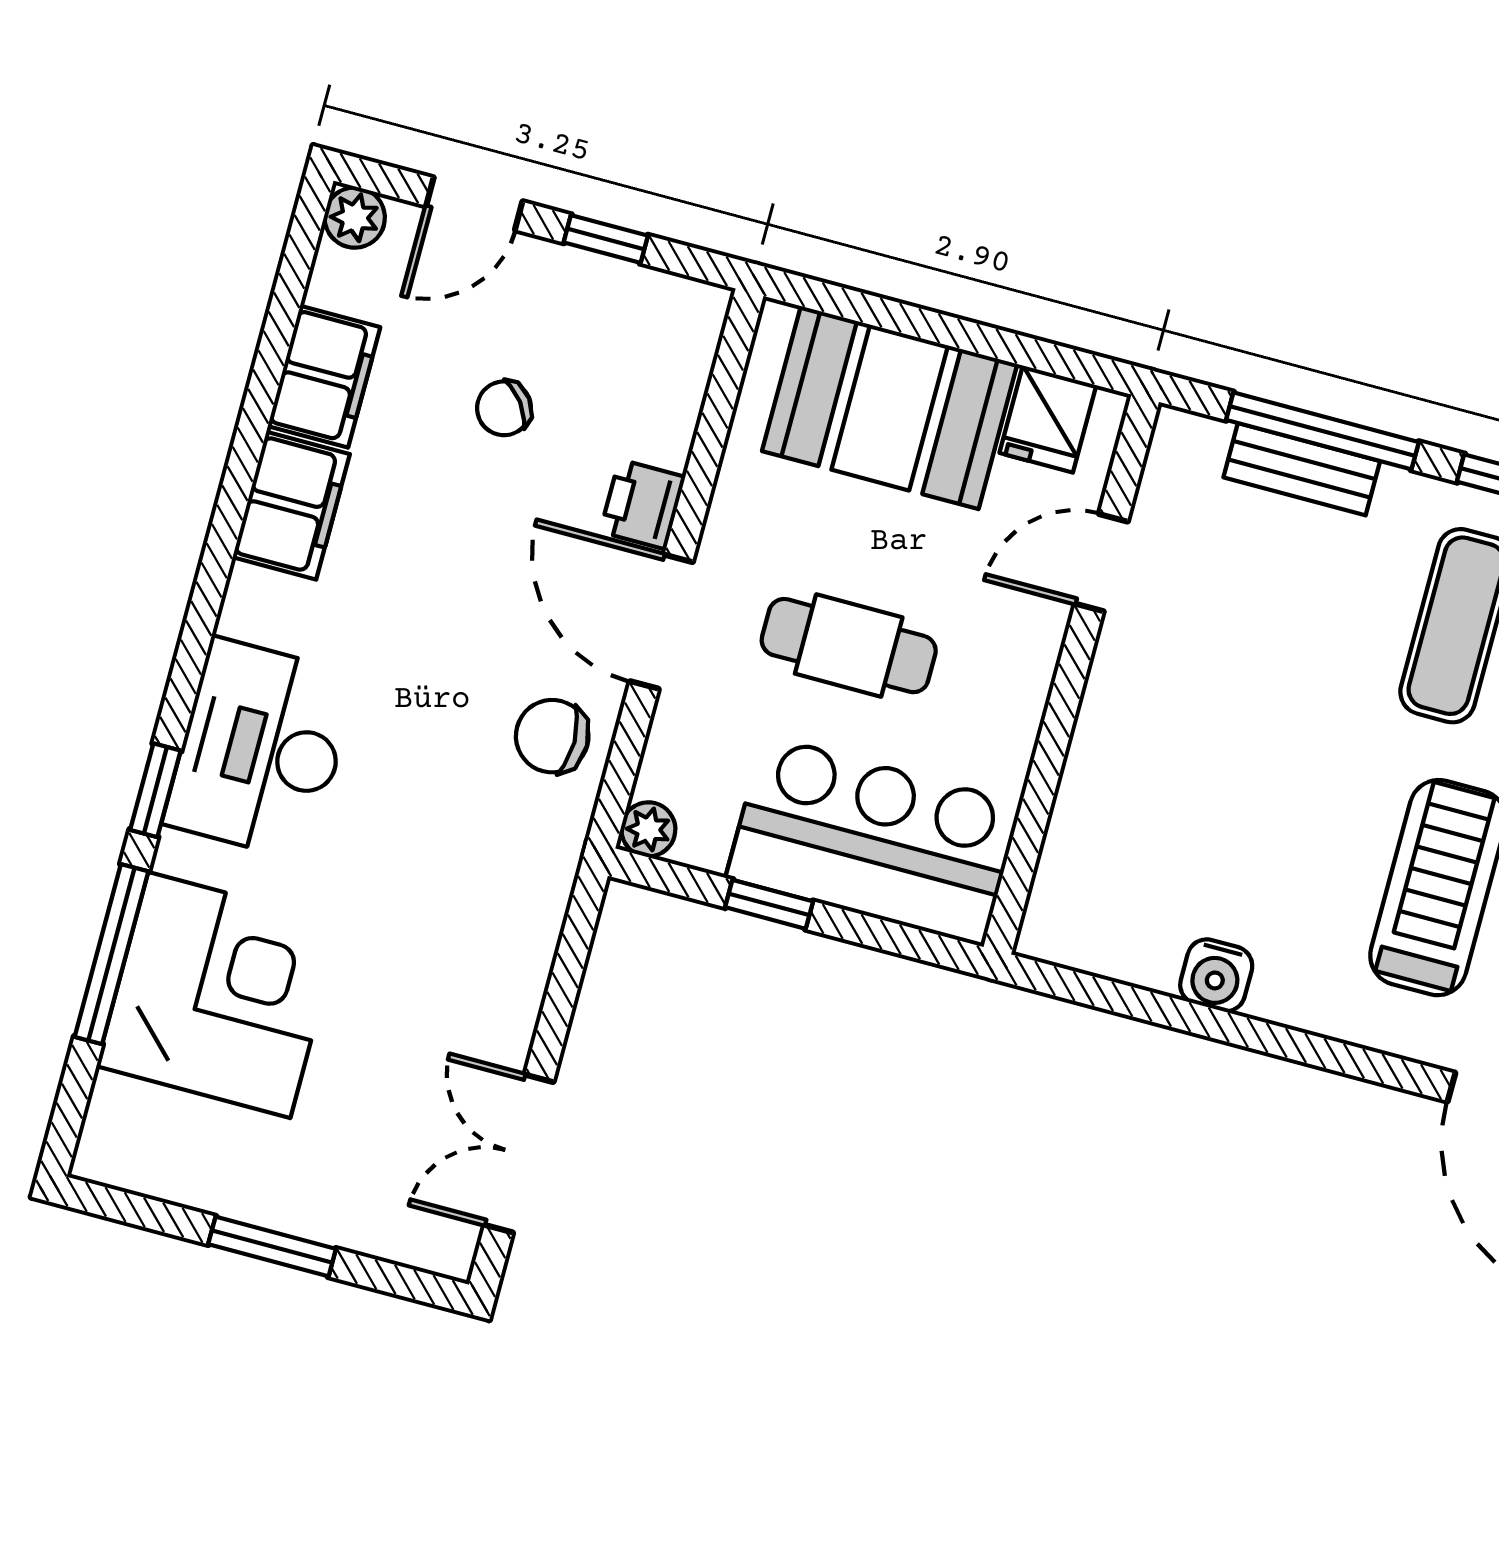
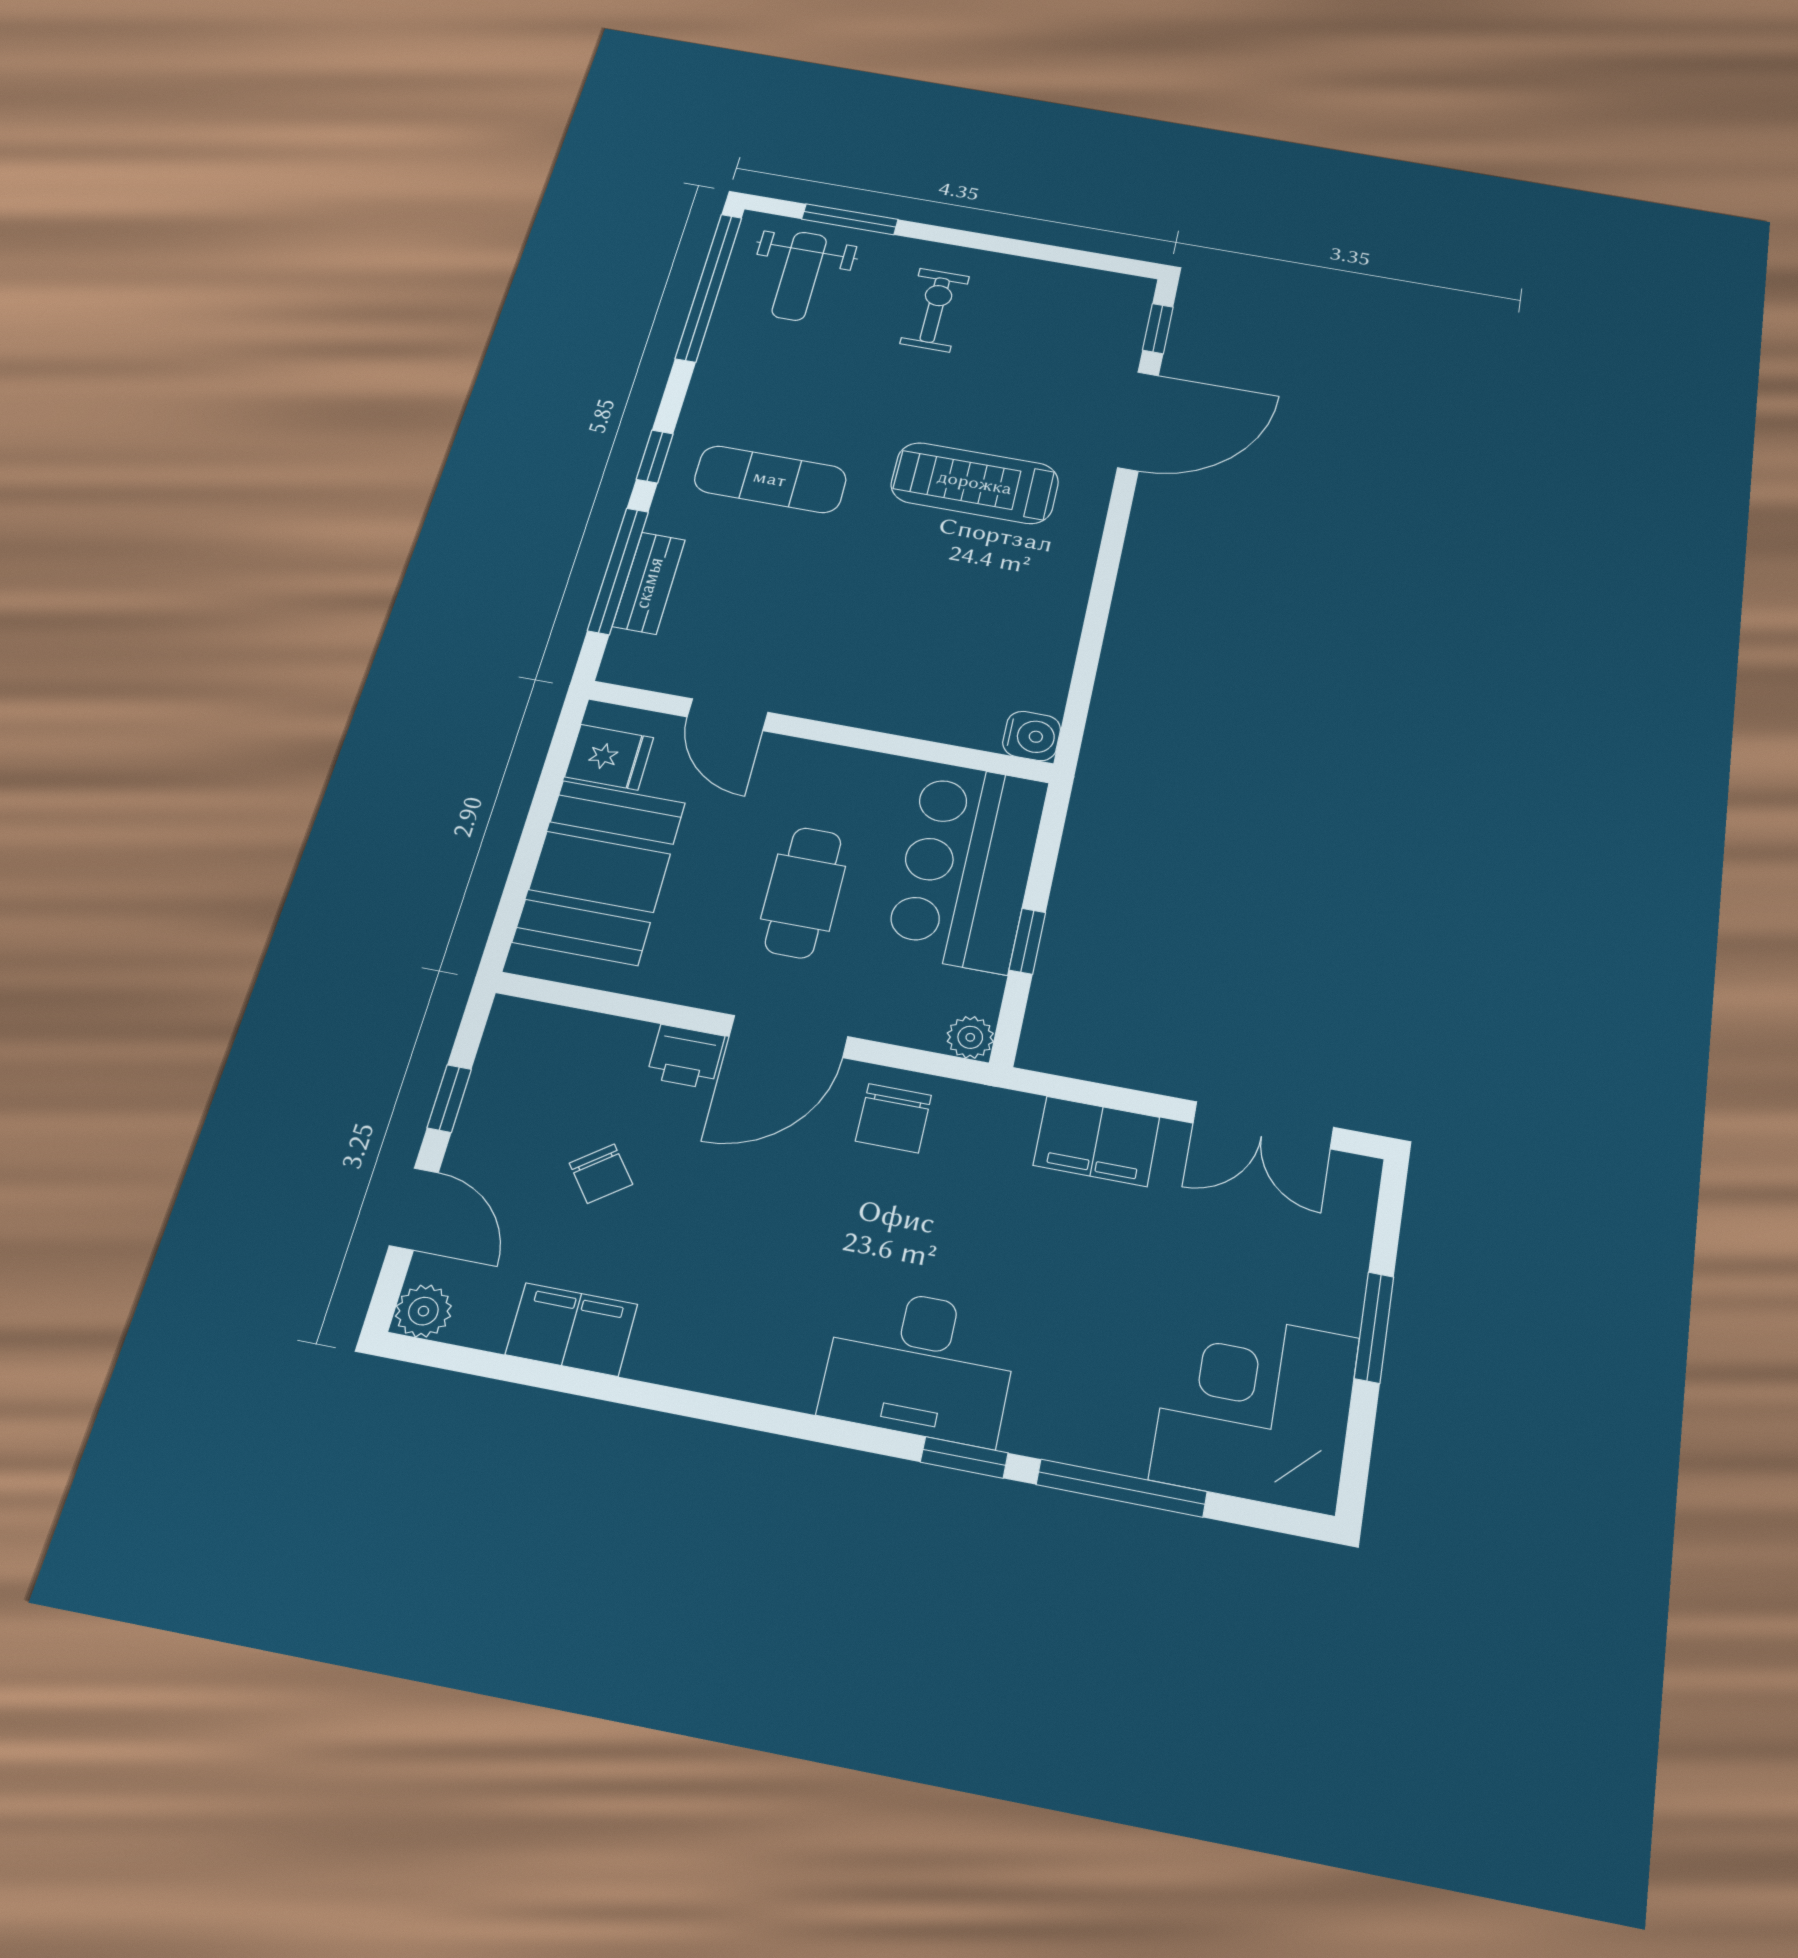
filing cabinet: (291, 506) -> (1097, 1141), moved, turned 180
water cooler: (1216, 975) -> (1032, 736), moved
corner desk: (219, 995) -> (1255, 1408), moved

